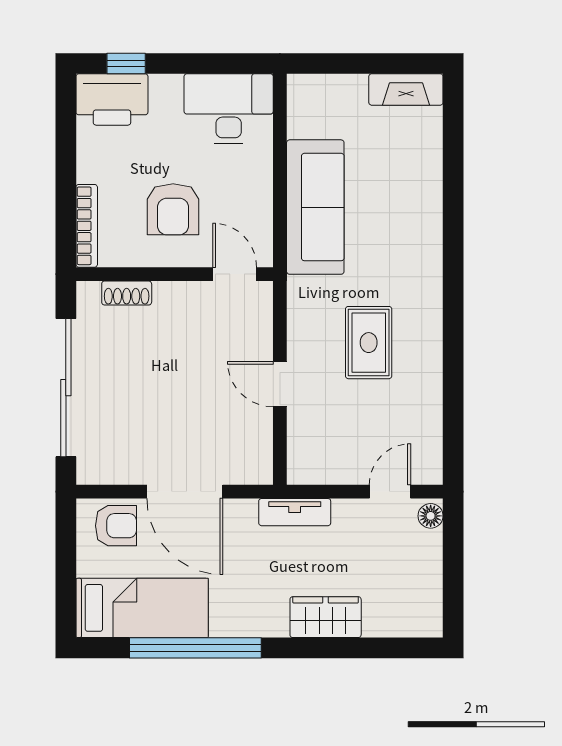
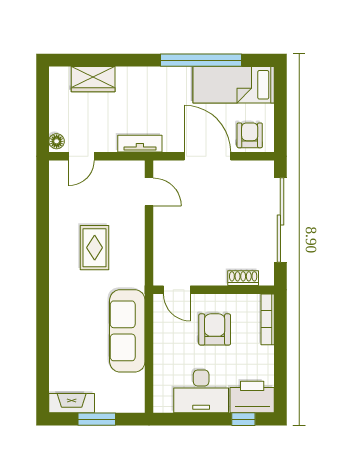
window: (365, 63) -> (97, 419), added
desk: (229, 109) -> (201, 391), moved
door: (280, 384) -> (149, 192), moved
armchair: (116, 526) -> (250, 135), turned 90
wardrobe: (326, 617) -> (93, 79), moved

